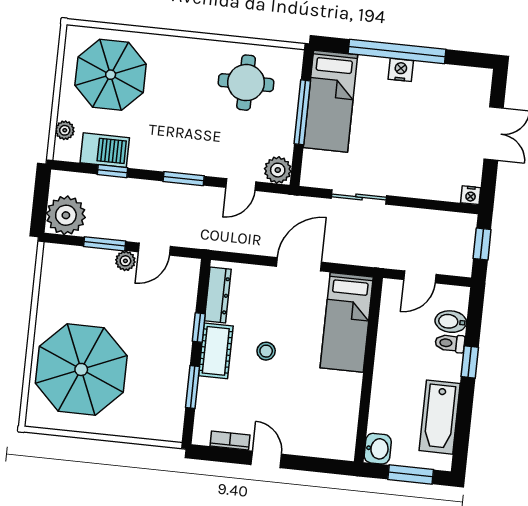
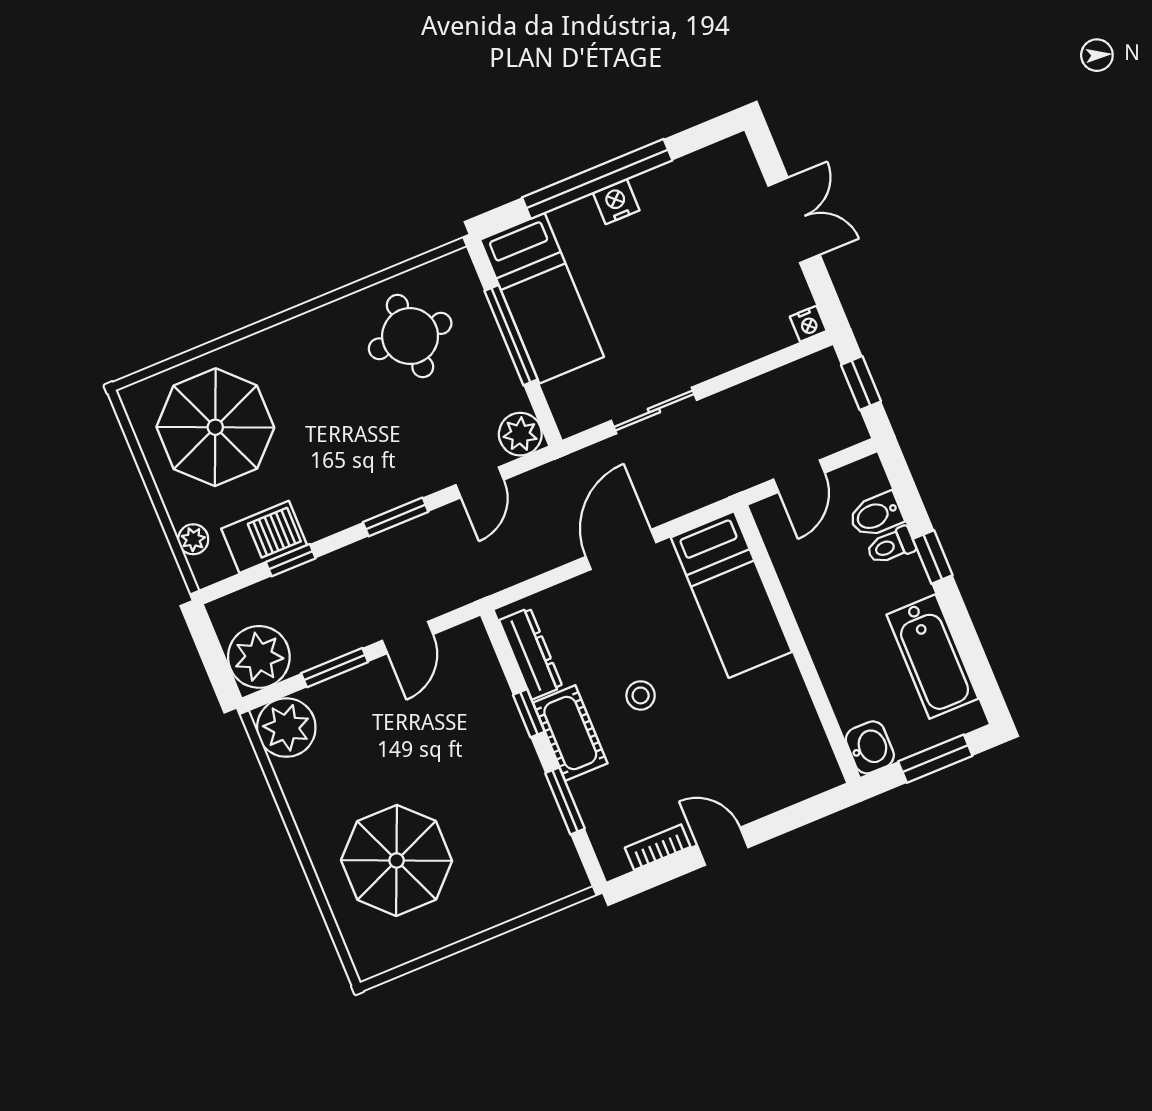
plant: (125, 261) -> (286, 728), moved, width x1.87, depth x1.87
parasol: (81, 369) -> (397, 860), width x0.73, depth x0.73

